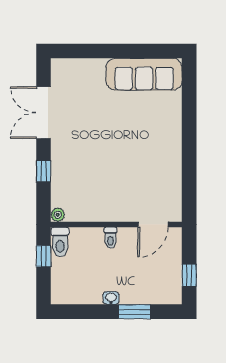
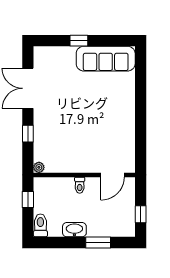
window: (109, 51) -> (79, 41), added
toilet: (60, 242) -> (40, 225), moved, turned 180
washbasin: (111, 298) -> (74, 230), width x1.91, depth x1.45

